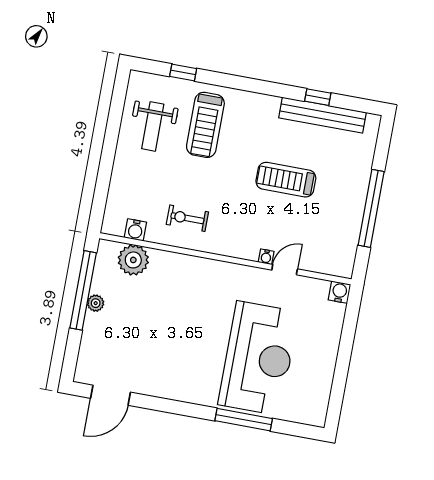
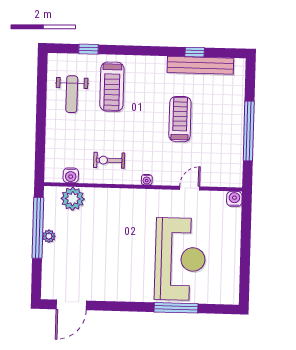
treadmill: (286, 180) -> (180, 119), turned 90
water cooler: (266, 257) -> (147, 180), moved

